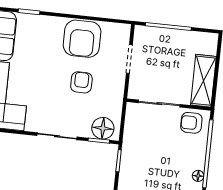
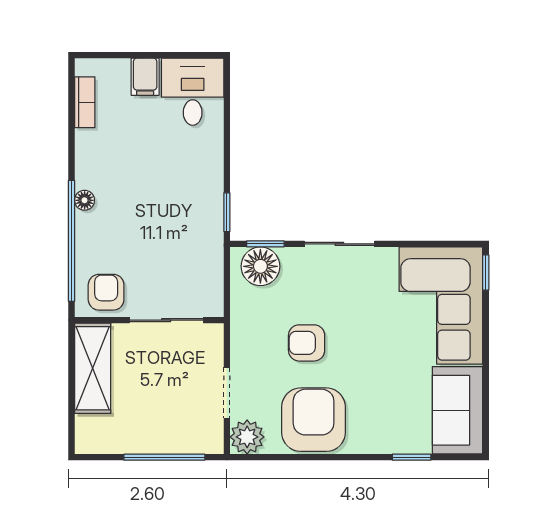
plant: (121, 33) -> (247, 437), added
armchair: (81, 82) -> (307, 343), turned 90
armchair: (191, 123) -> (106, 292), turned -90

